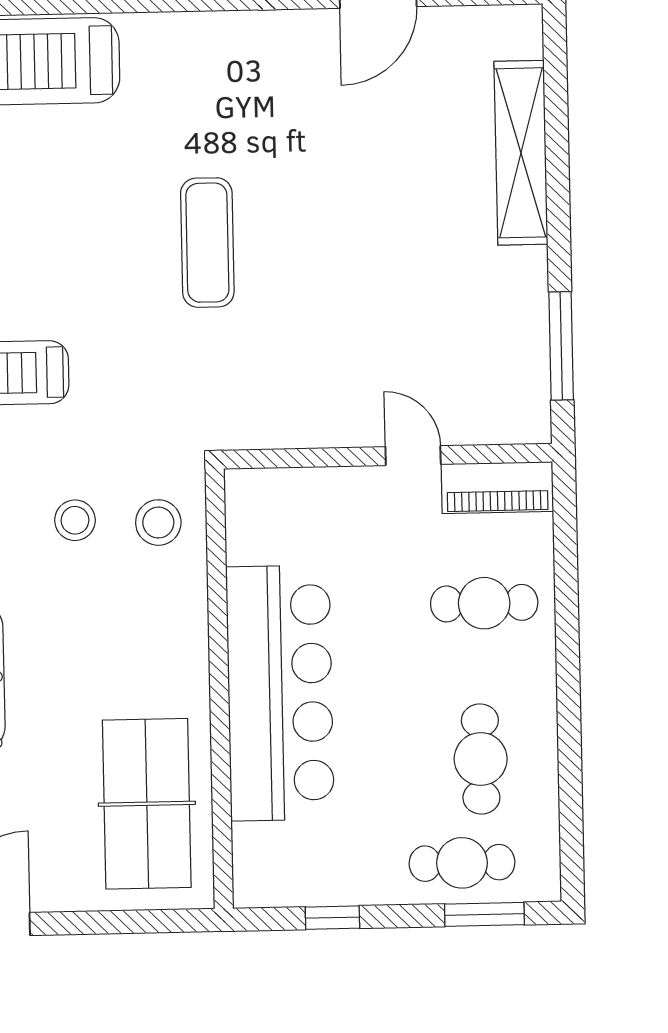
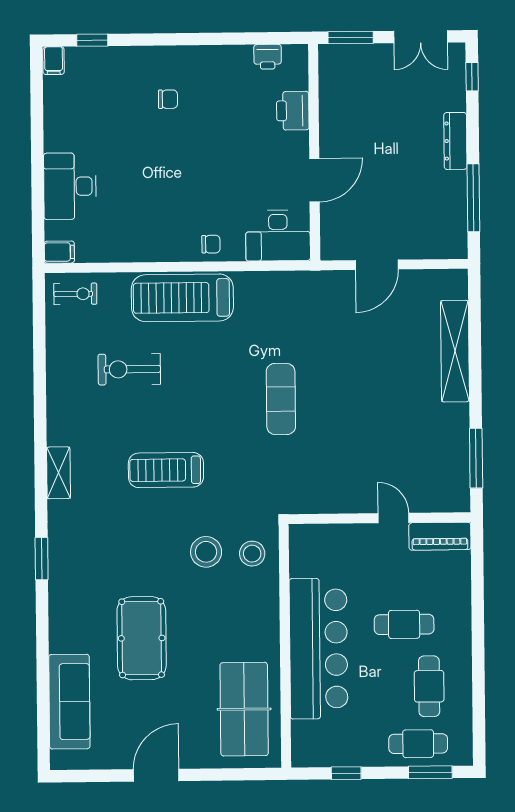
stool: (75, 520) -> (206, 552), width x1.38, depth x1.38
cafe table: (484, 603) -> (404, 624), moved

